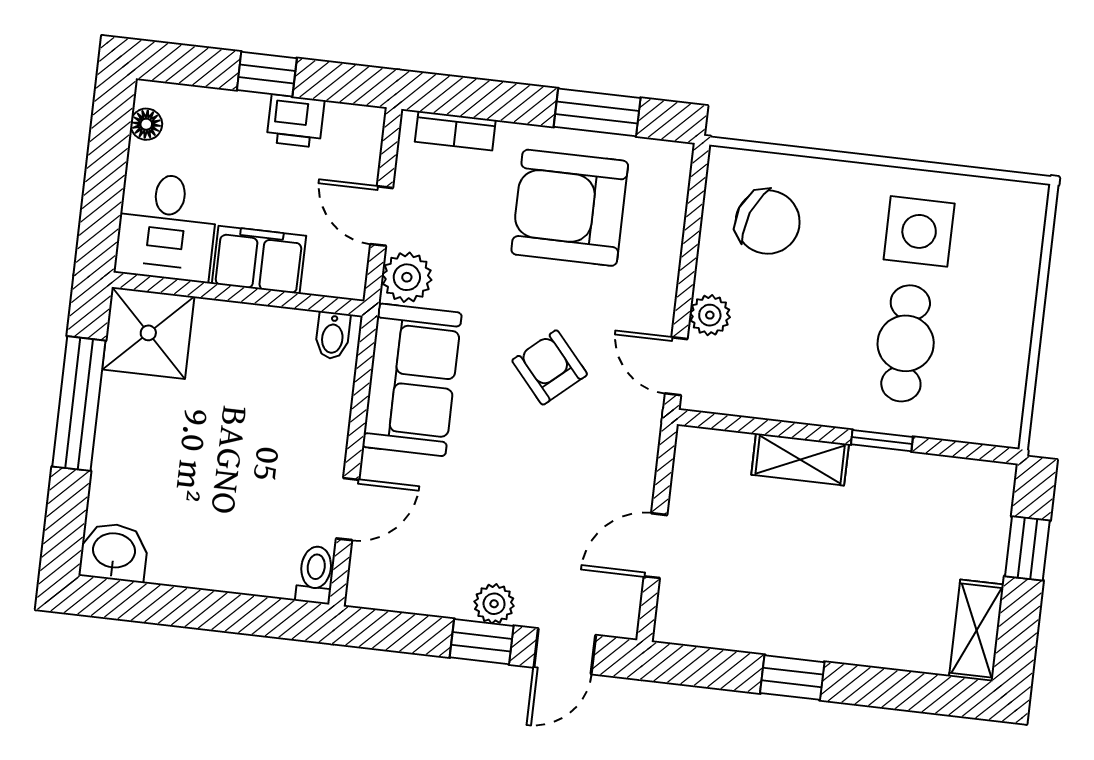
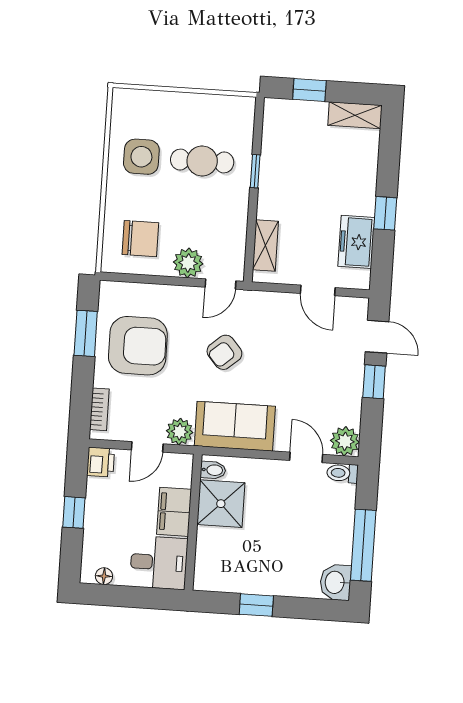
printer: (295, 121) -> (101, 462), moved
armchair: (570, 208) -> (138, 346), turned -90
chair: (768, 222) -> (140, 239), turned 69
plant: (710, 315) -> (188, 263), width x1.38, depth x1.38
shower: (148, 333) -> (221, 504), moved
window: (79, 404) -> (256, 605), width x0.46
shelving: (800, 459) -> (265, 246), moved
plant: (494, 604) -> (345, 441), moved, width x1.38, depth x1.38
window: (180, 607) -> (363, 545), added
freezer: (742, 621) -> (356, 242), added

